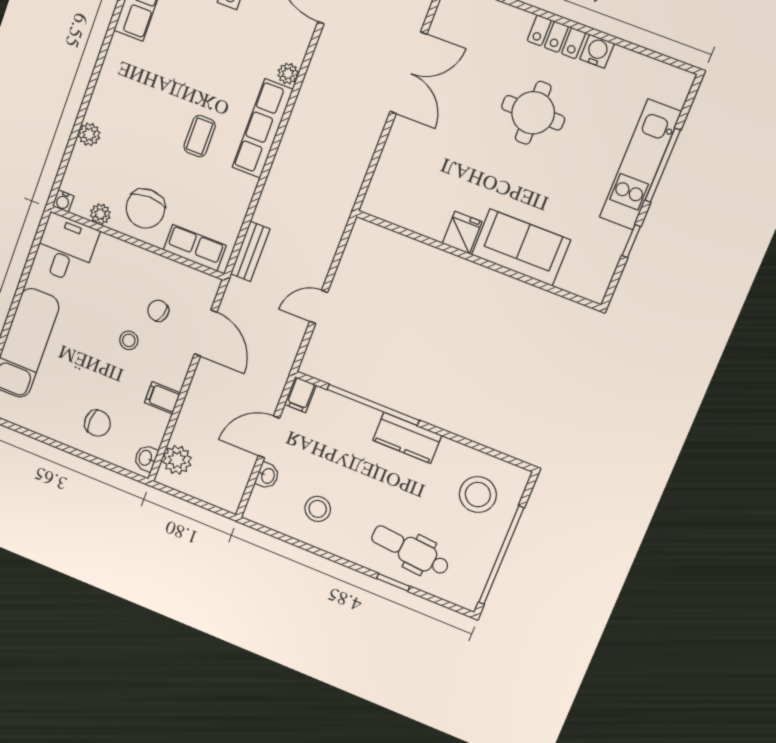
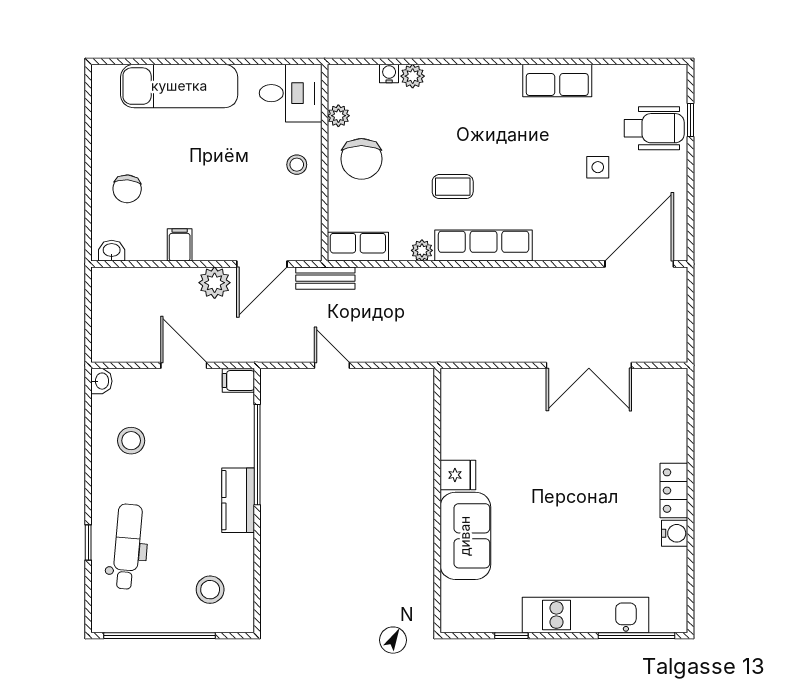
plant: (288, 74) -> (422, 250), moved
round table: (533, 113) -> (596, 497), removed
window: (663, 165) -> (637, 636), moved
water cooler: (63, 201) -> (389, 73), moved, turned 90
chair: (145, 209) -> (361, 159), turned -90
row of seats: (195, 248) -> (358, 247), moved, turned -90
bench: (250, 251) -> (325, 278), moved
chair: (158, 311) -> (265, 209), removed
stool: (129, 340) -> (297, 165), moved
plant: (177, 460) -> (215, 283), moved
washbasin: (267, 476) -> (101, 381), moved, turned -90
stool: (478, 495) -> (210, 590), width x0.73, depth x0.73

